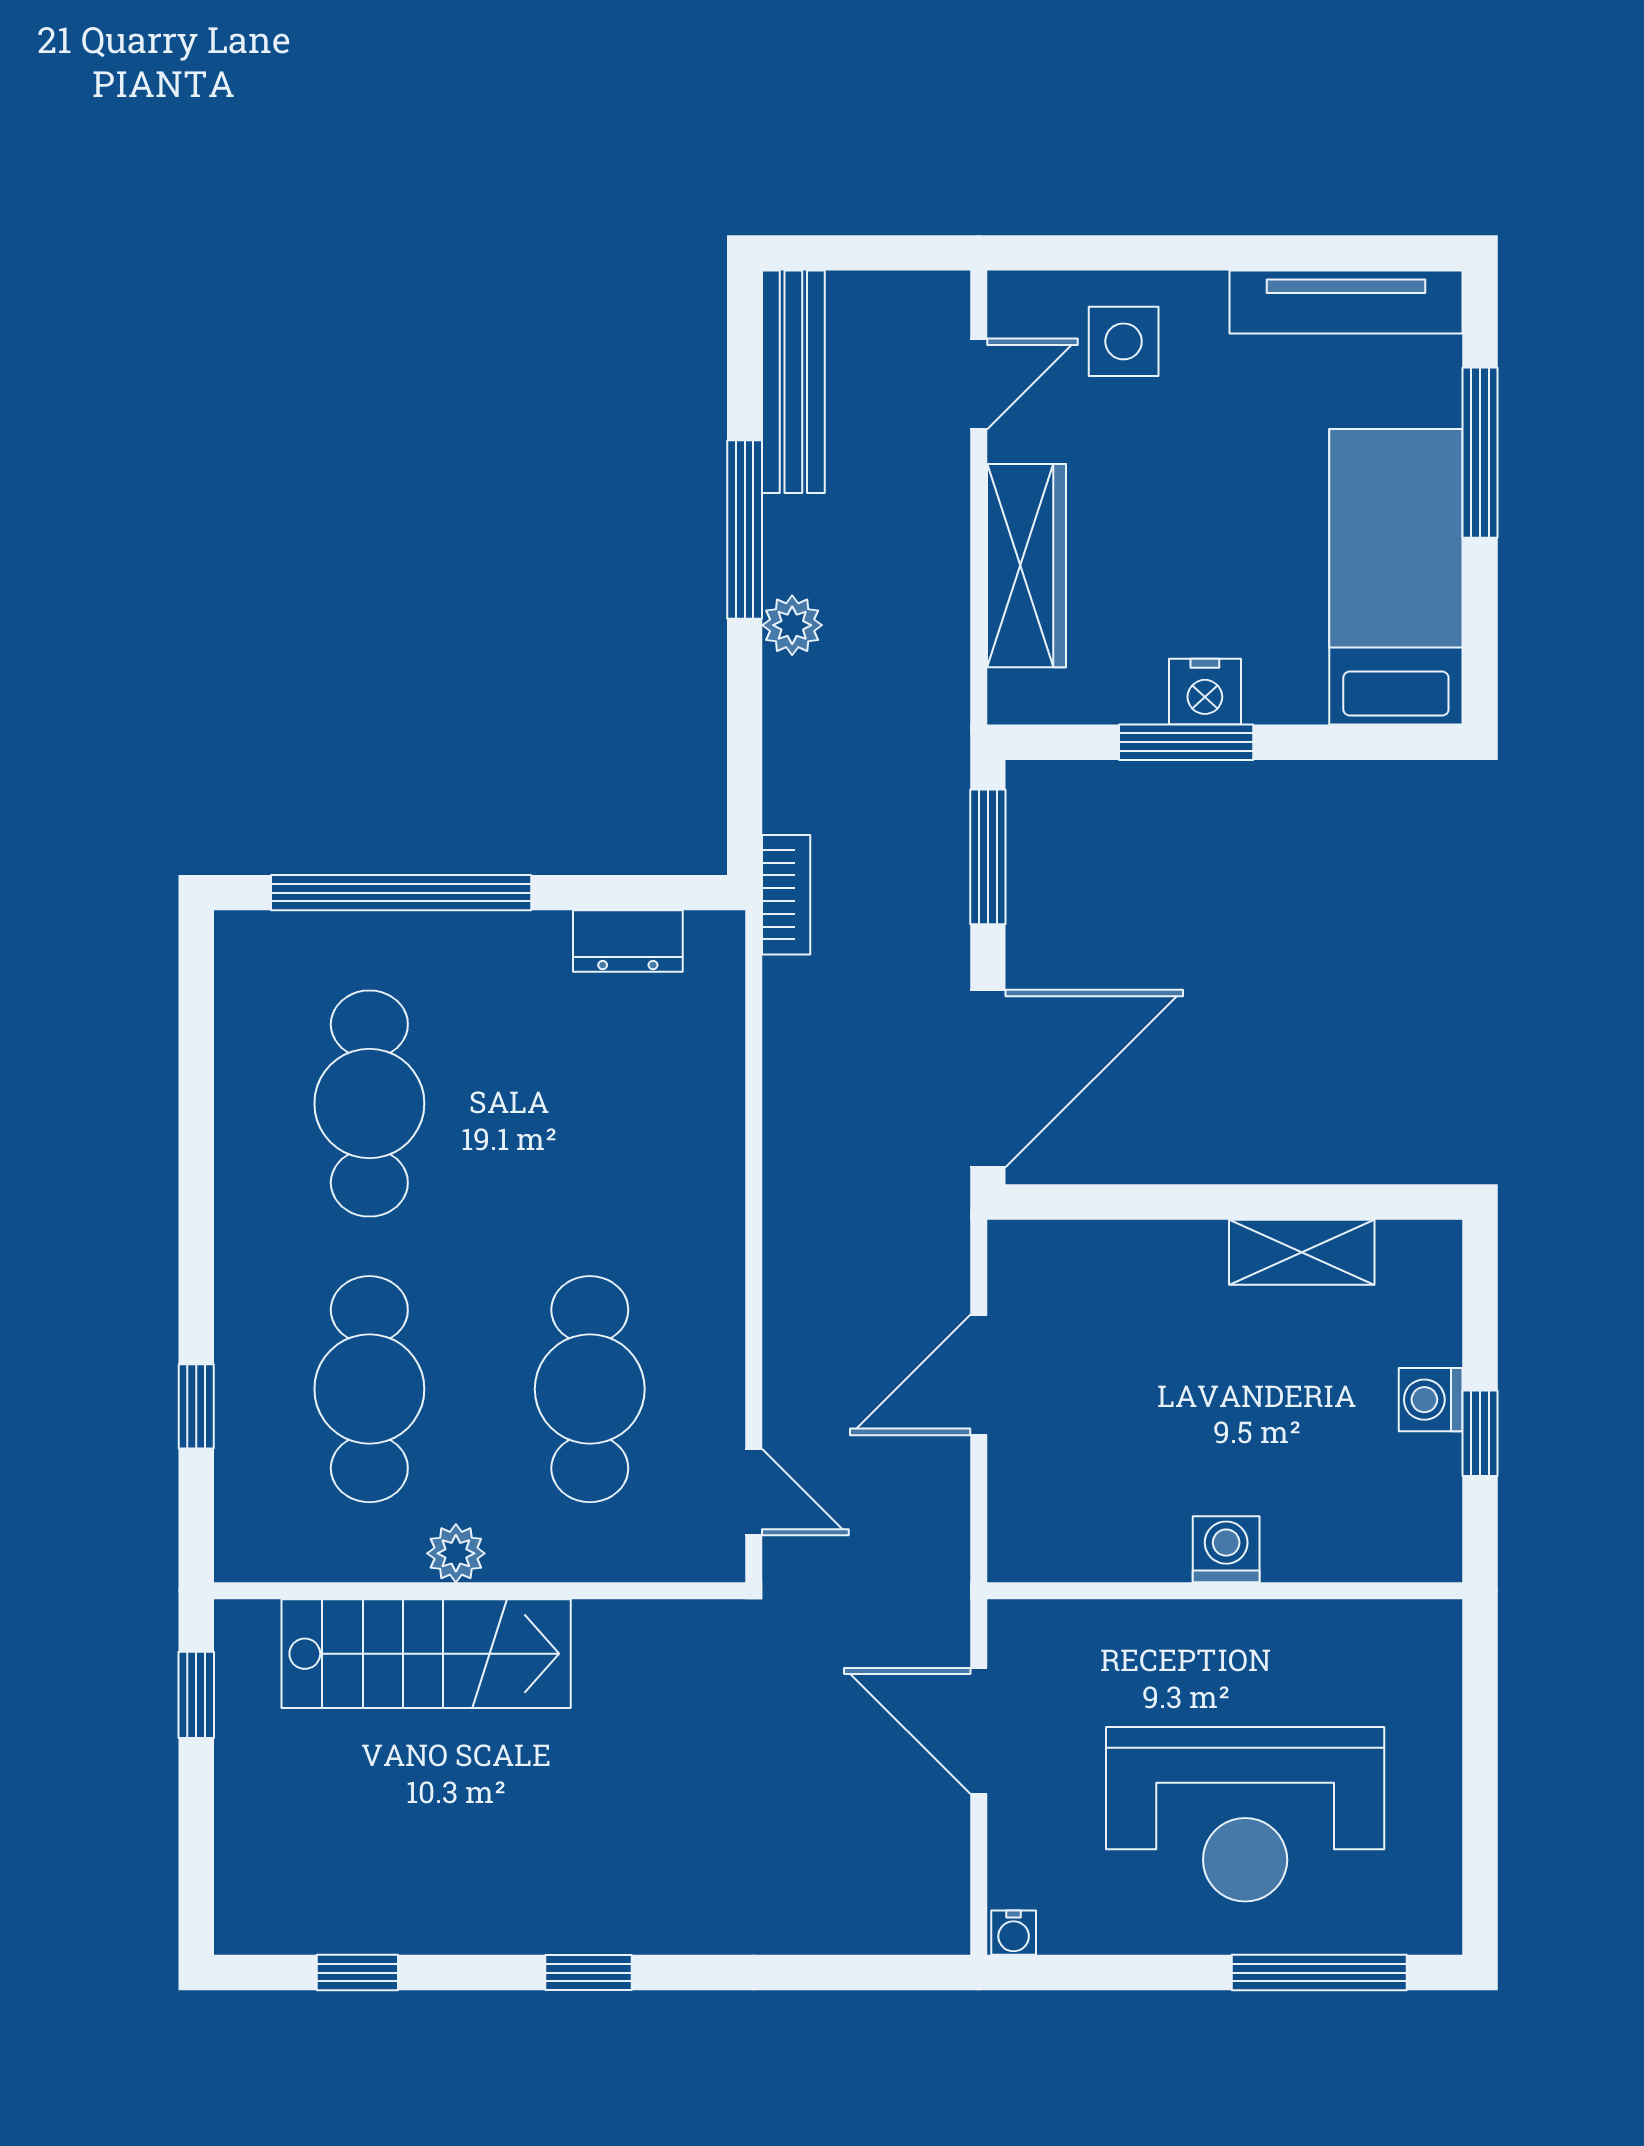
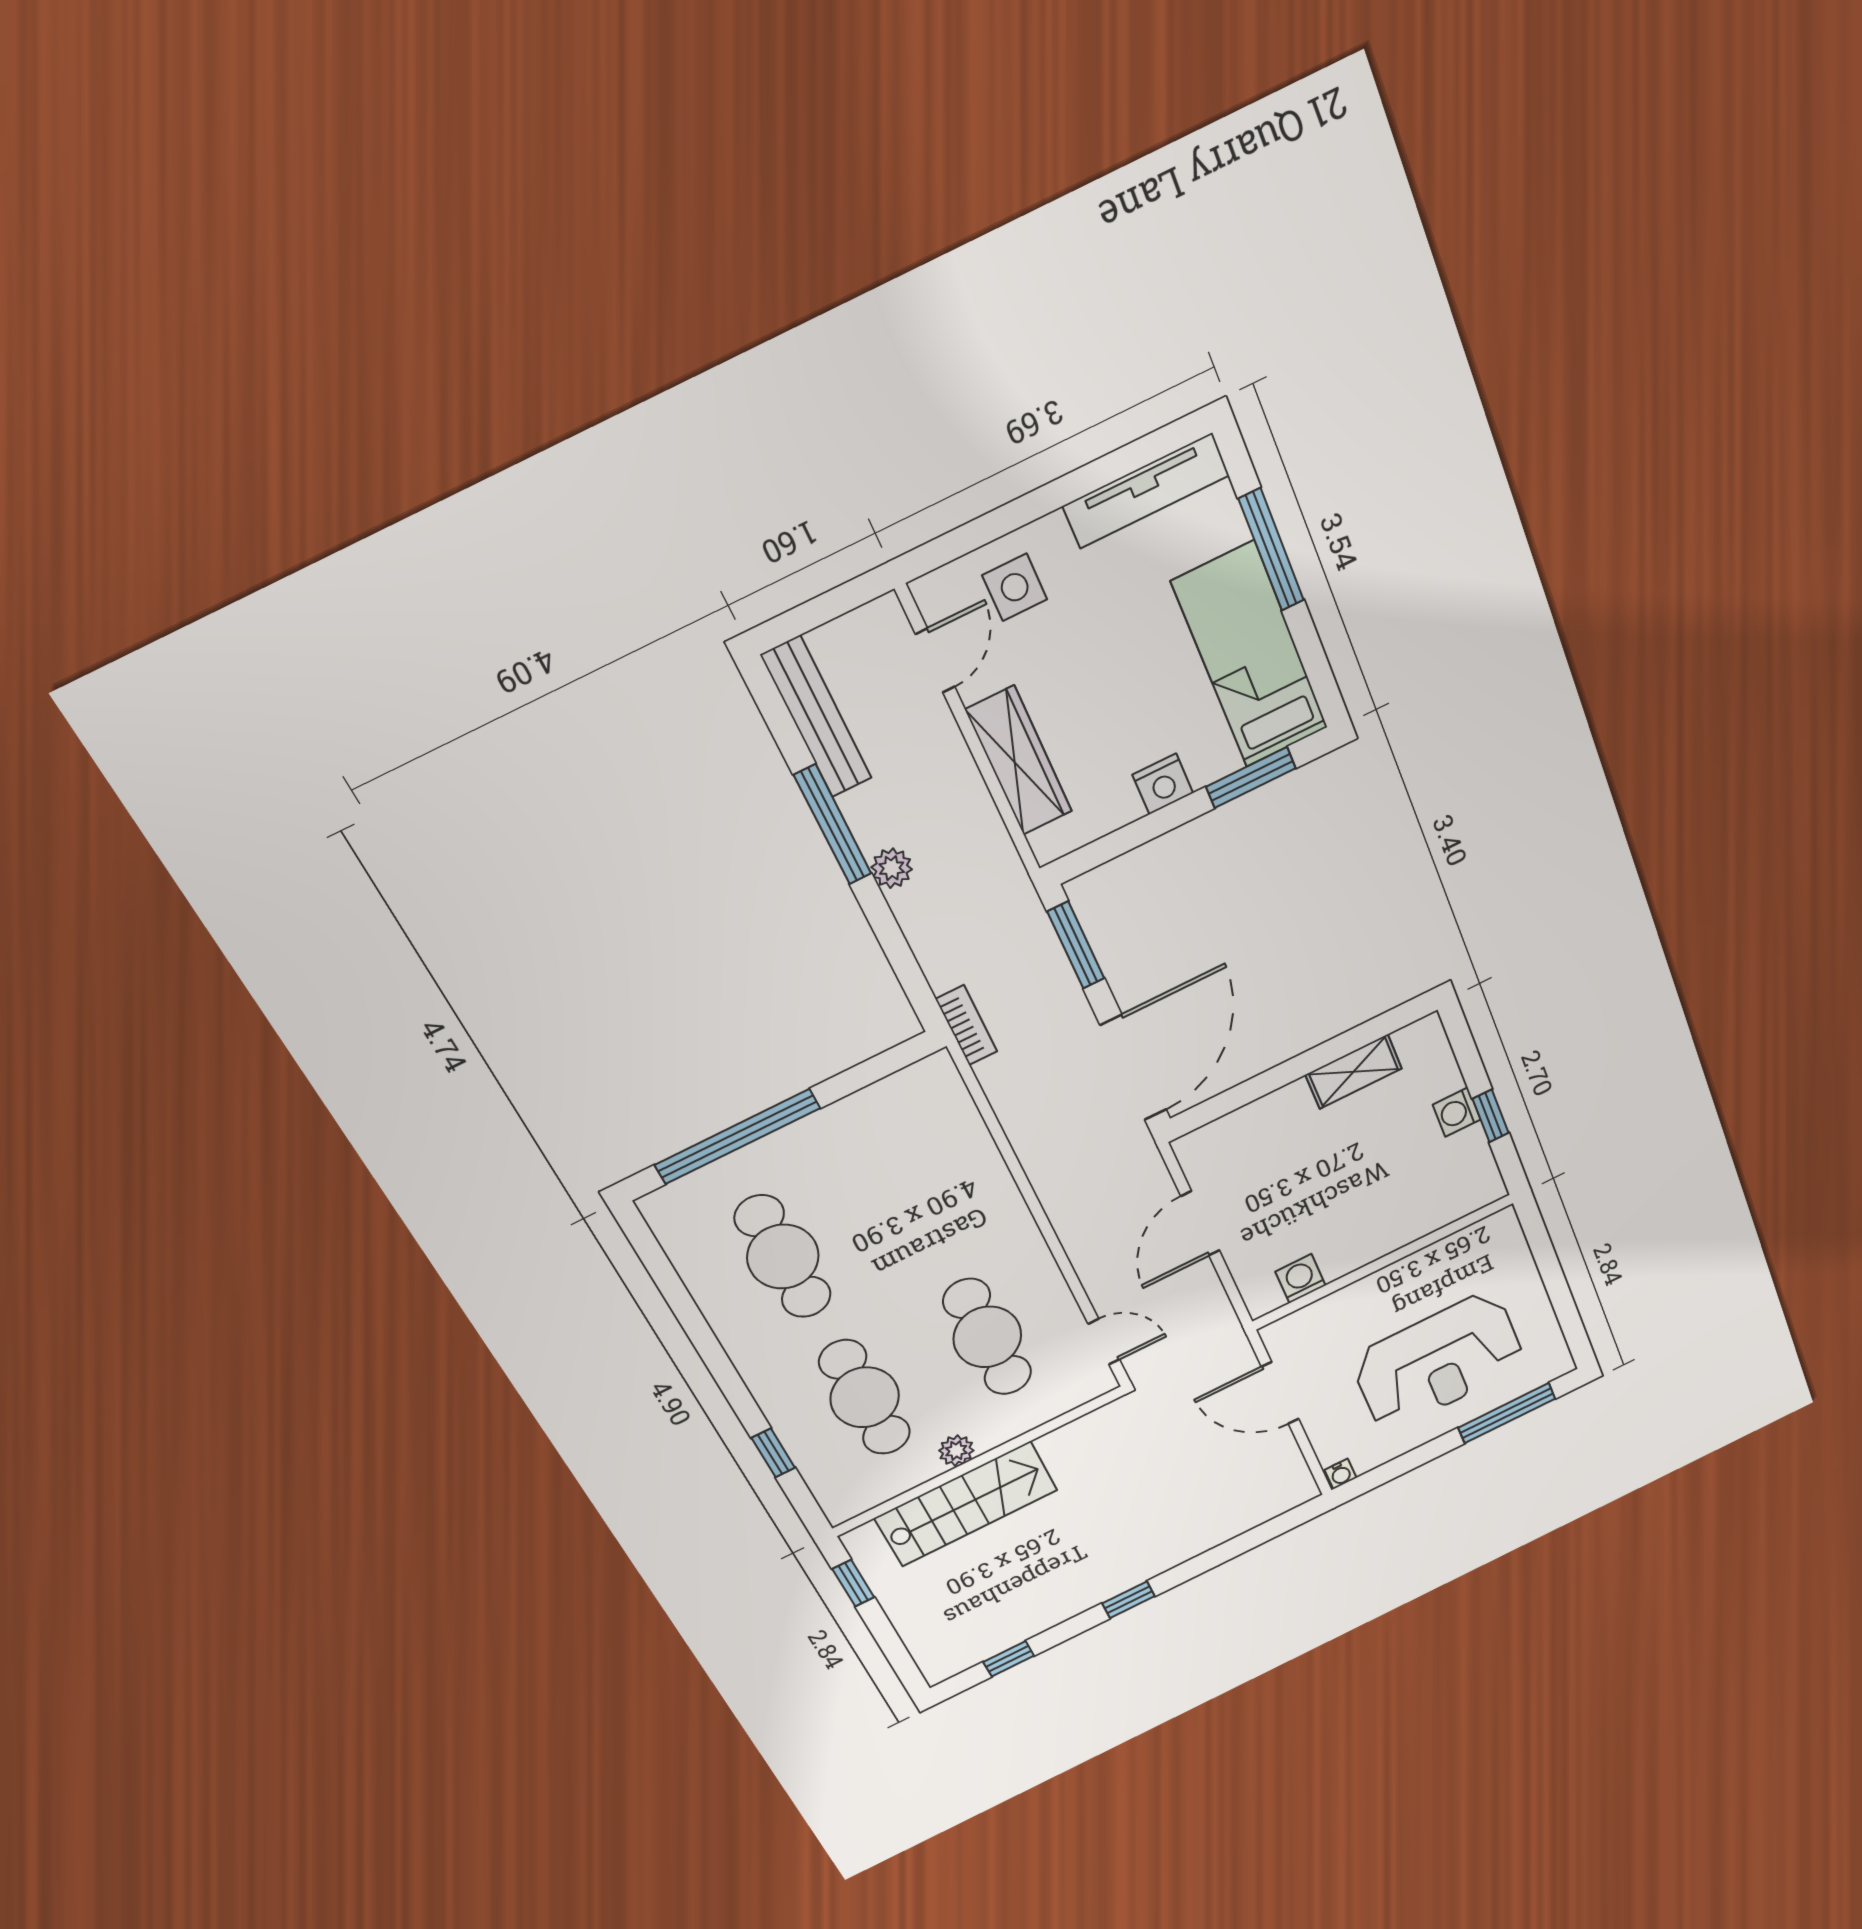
window: (1186, 742) -> (1251, 777), moved
dresser: (628, 941) -> (886, 1097), removed
washing machine: (1226, 1549) -> (1300, 1279), moved

